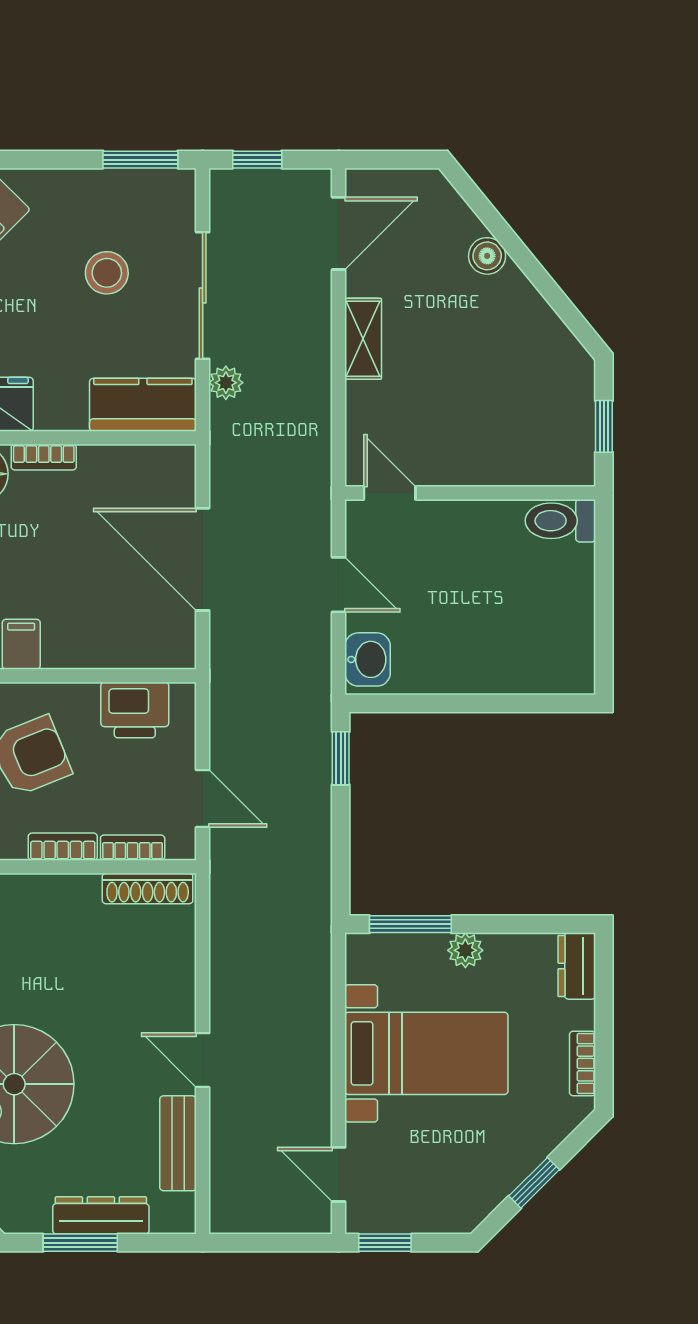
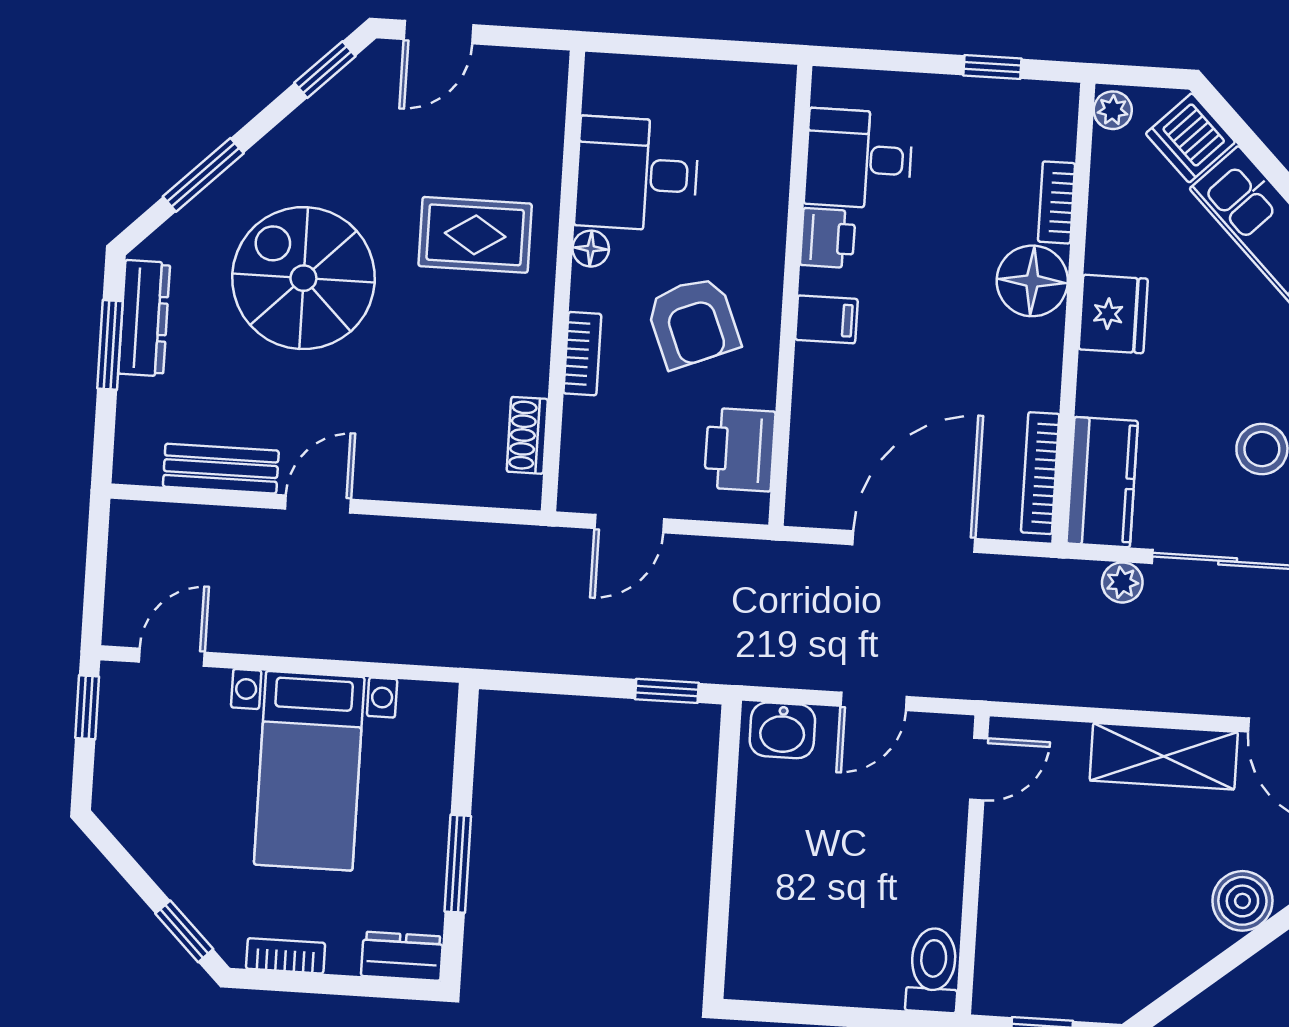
boiler: (487, 256) -> (1242, 901), width x1.36, depth x1.36
shelving: (363, 339) -> (1164, 756), width x1.50, depth x1.33
bookcase: (44, 457) -> (1040, 473), moved, width x1.56
bookcase: (133, 848) -> (576, 437), removed
shoe rack: (148, 889) -> (527, 435), width x0.70
window: (410, 924) -> (458, 864), moved
plant: (465, 950) -> (429, 825), removed
window: (534, 1183) -> (184, 931), moved
dresser: (101, 1215) -> (144, 318), moved

